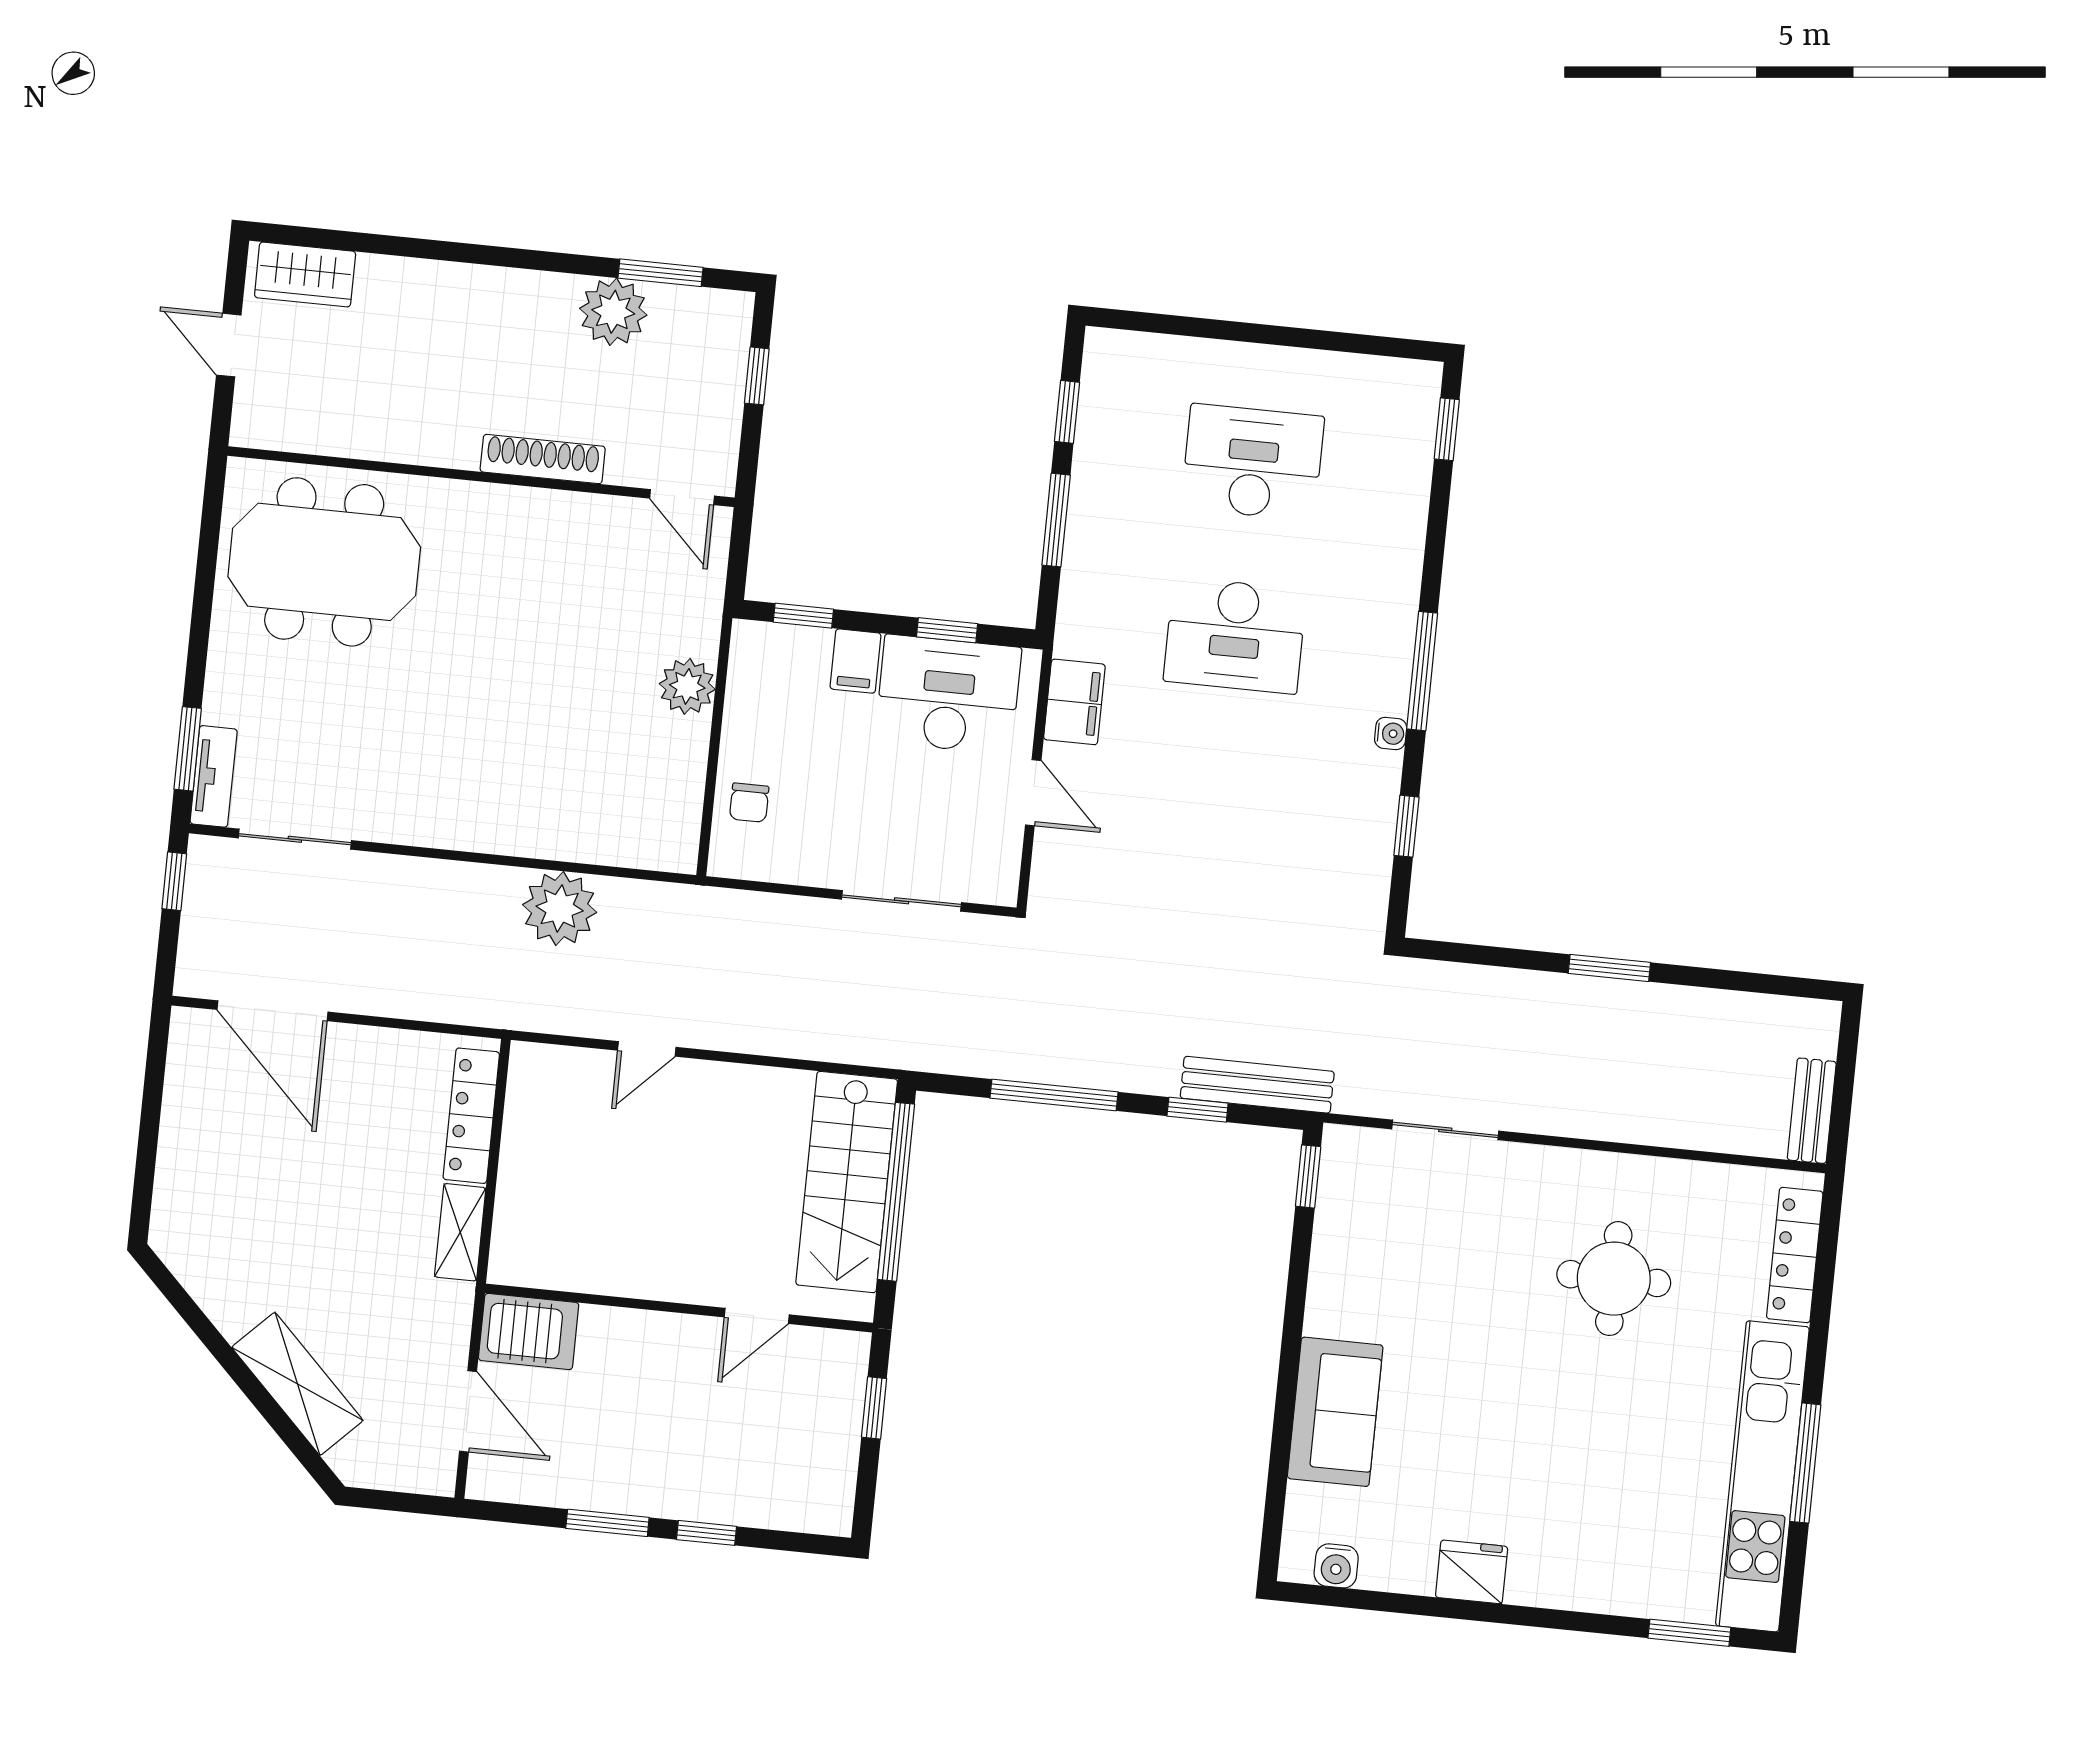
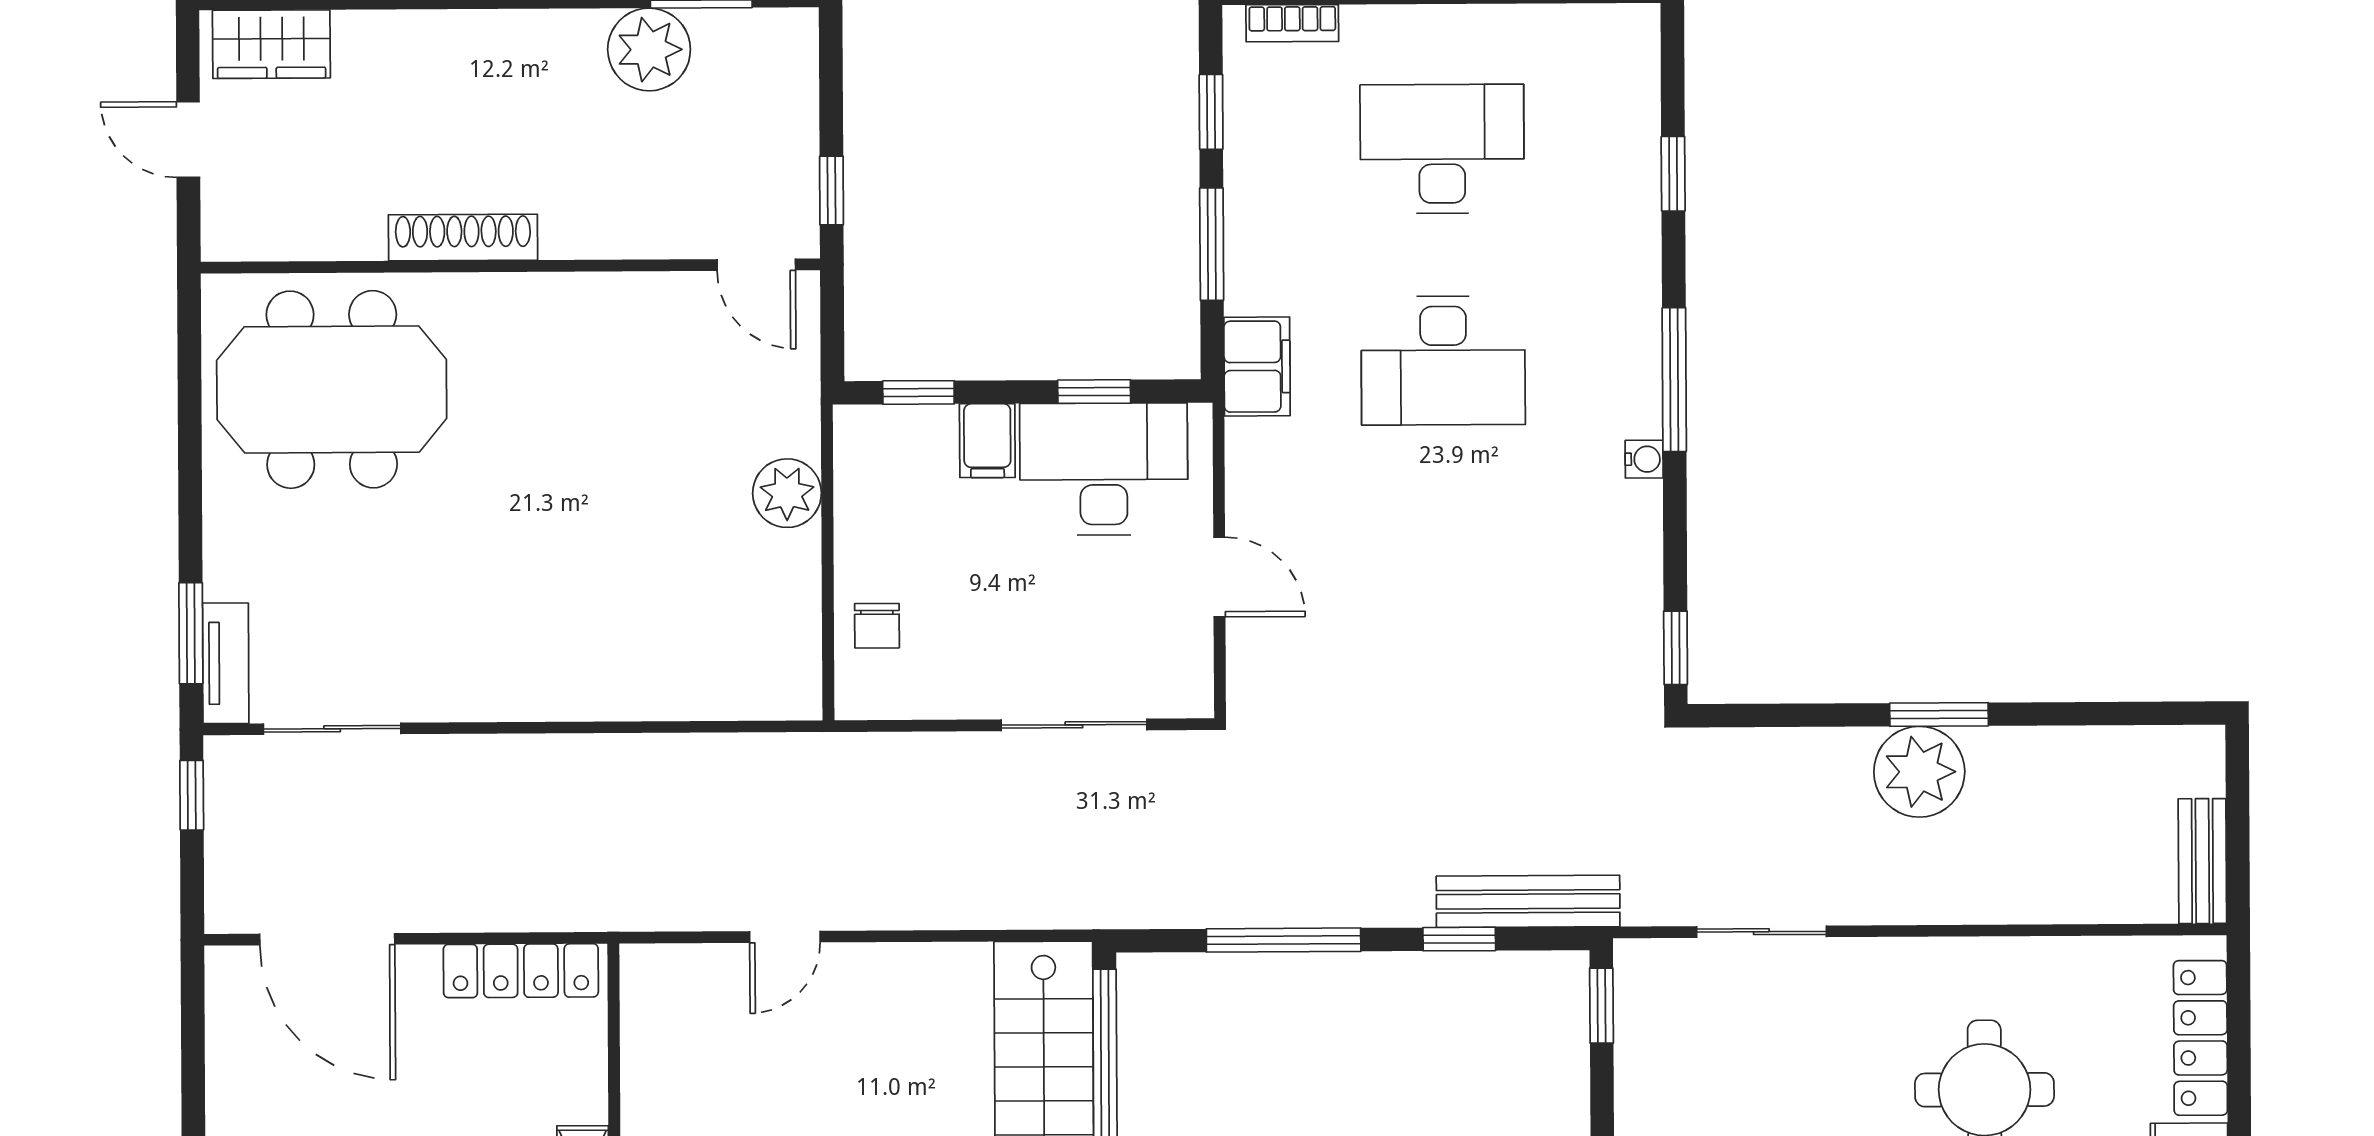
bookcase: (1141, 347) -> (1292, 23), added
window: (757, 376) -> (831, 190), moved
window: (1447, 429) -> (1673, 174), moved
shoe rack: (543, 459) -> (463, 237), moved
filing cabinet: (1074, 702) -> (1257, 367), moved
window: (1406, 826) -> (1676, 648), moved
plant: (560, 908) -> (1919, 772), moved
locker: (471, 1116) -> (521, 971), moved, turned -90

